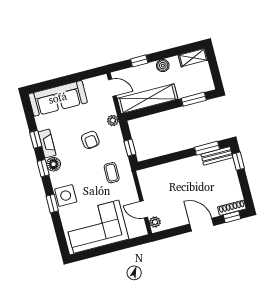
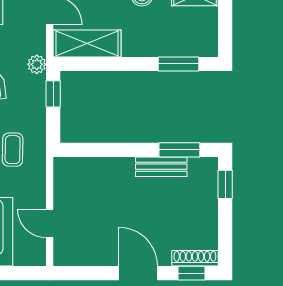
shelving: (148, 99) -> (87, 43), width x0.68
window: (130, 148) -> (53, 94), moved
bench: (217, 156) -> (161, 167), moved
plant: (155, 222) -> (63, 249), removed

